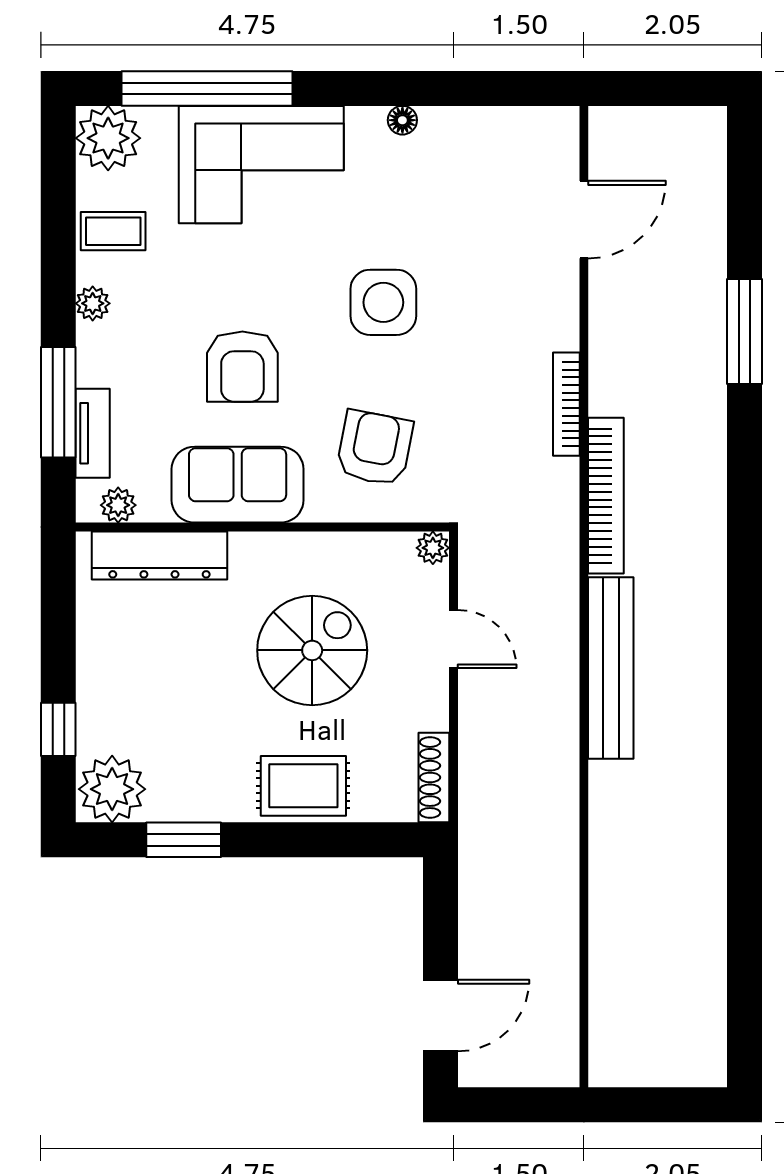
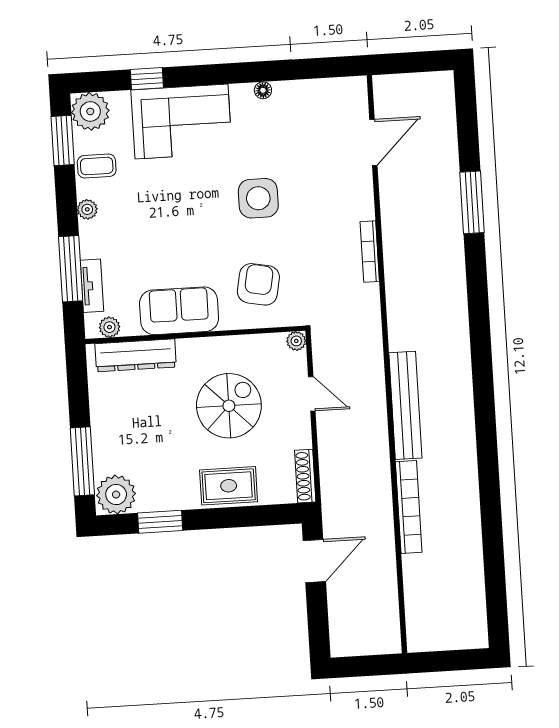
window: (207, 88) -> (147, 79), width x0.32
window: (58, 184) -> (63, 141), added
armchair: (242, 367) -> (178, 241), removed
bookcase: (606, 496) -> (409, 507), moved
window: (58, 729) -> (82, 461), width x2.17
door: (441, 1015) -> (314, 561), moved

